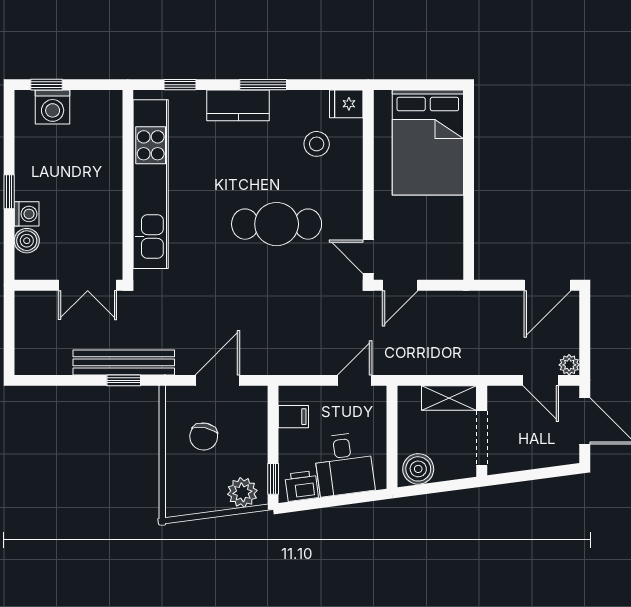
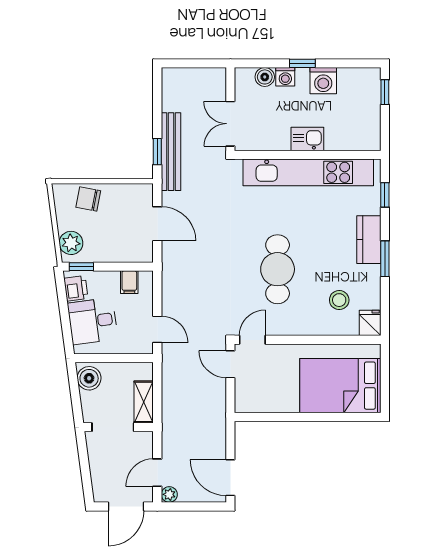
washing machine: (53, 107) -> (323, 81), moved, turned -90
kitchen sink: (107, 185) -> (307, 139), added
chair: (204, 436) -> (88, 199), moved

